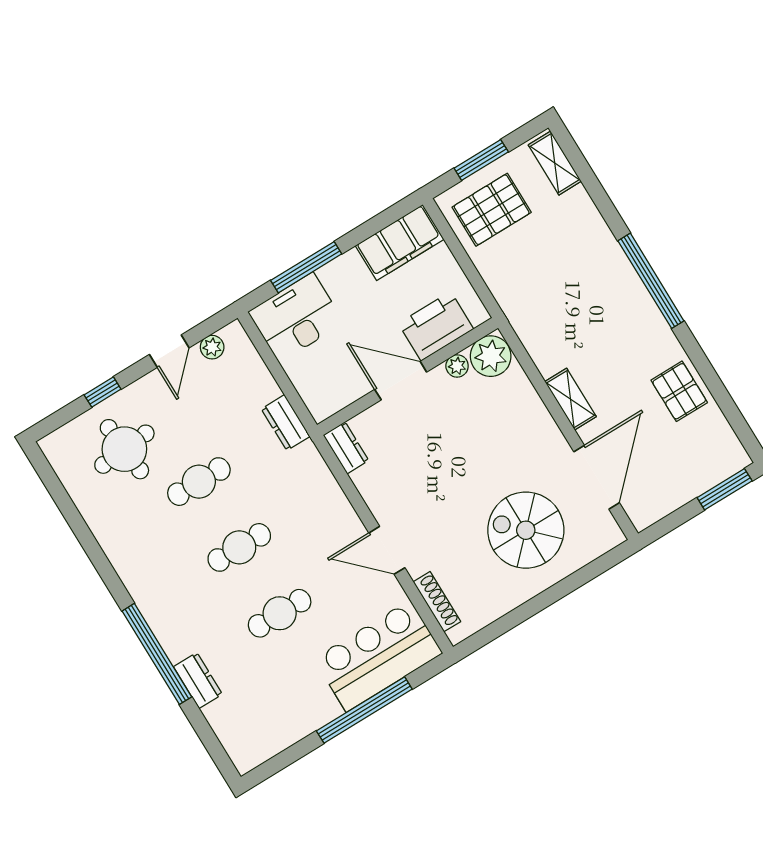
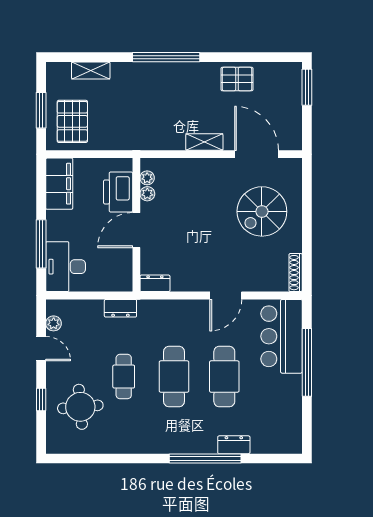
shelving: (555, 163) -> (91, 70), moved
plant: (491, 356) -> (147, 178), width x0.53, depth x0.53
cafe table: (239, 547) -> (174, 377), width x1.37, depth x1.35
shoe rack: (437, 602) -> (296, 273), moved, turned -90
cafe table: (280, 613) -> (224, 377), width x1.37, depth x1.35

